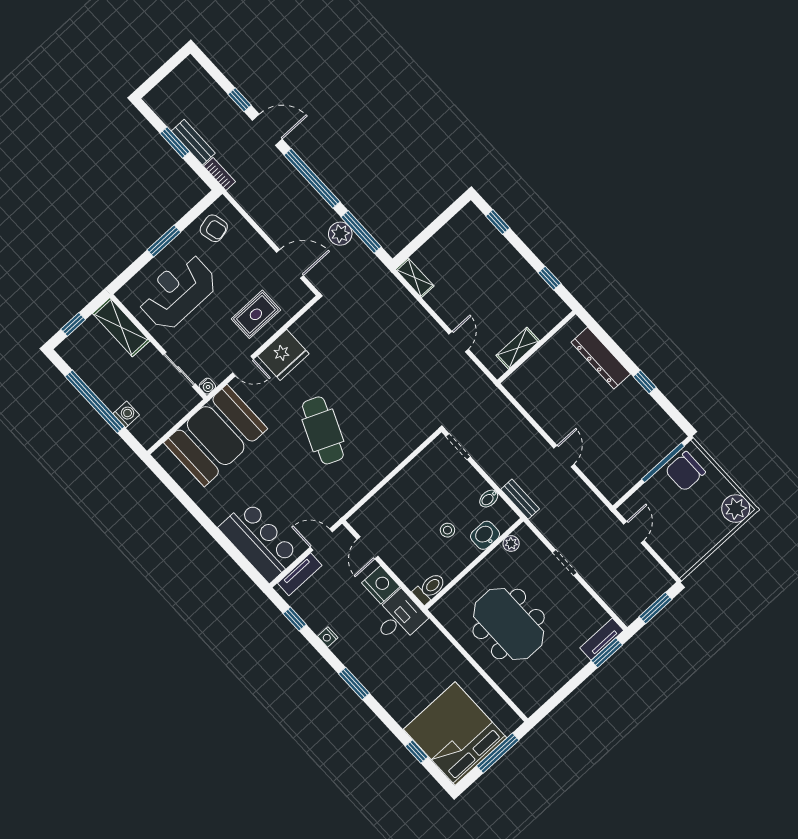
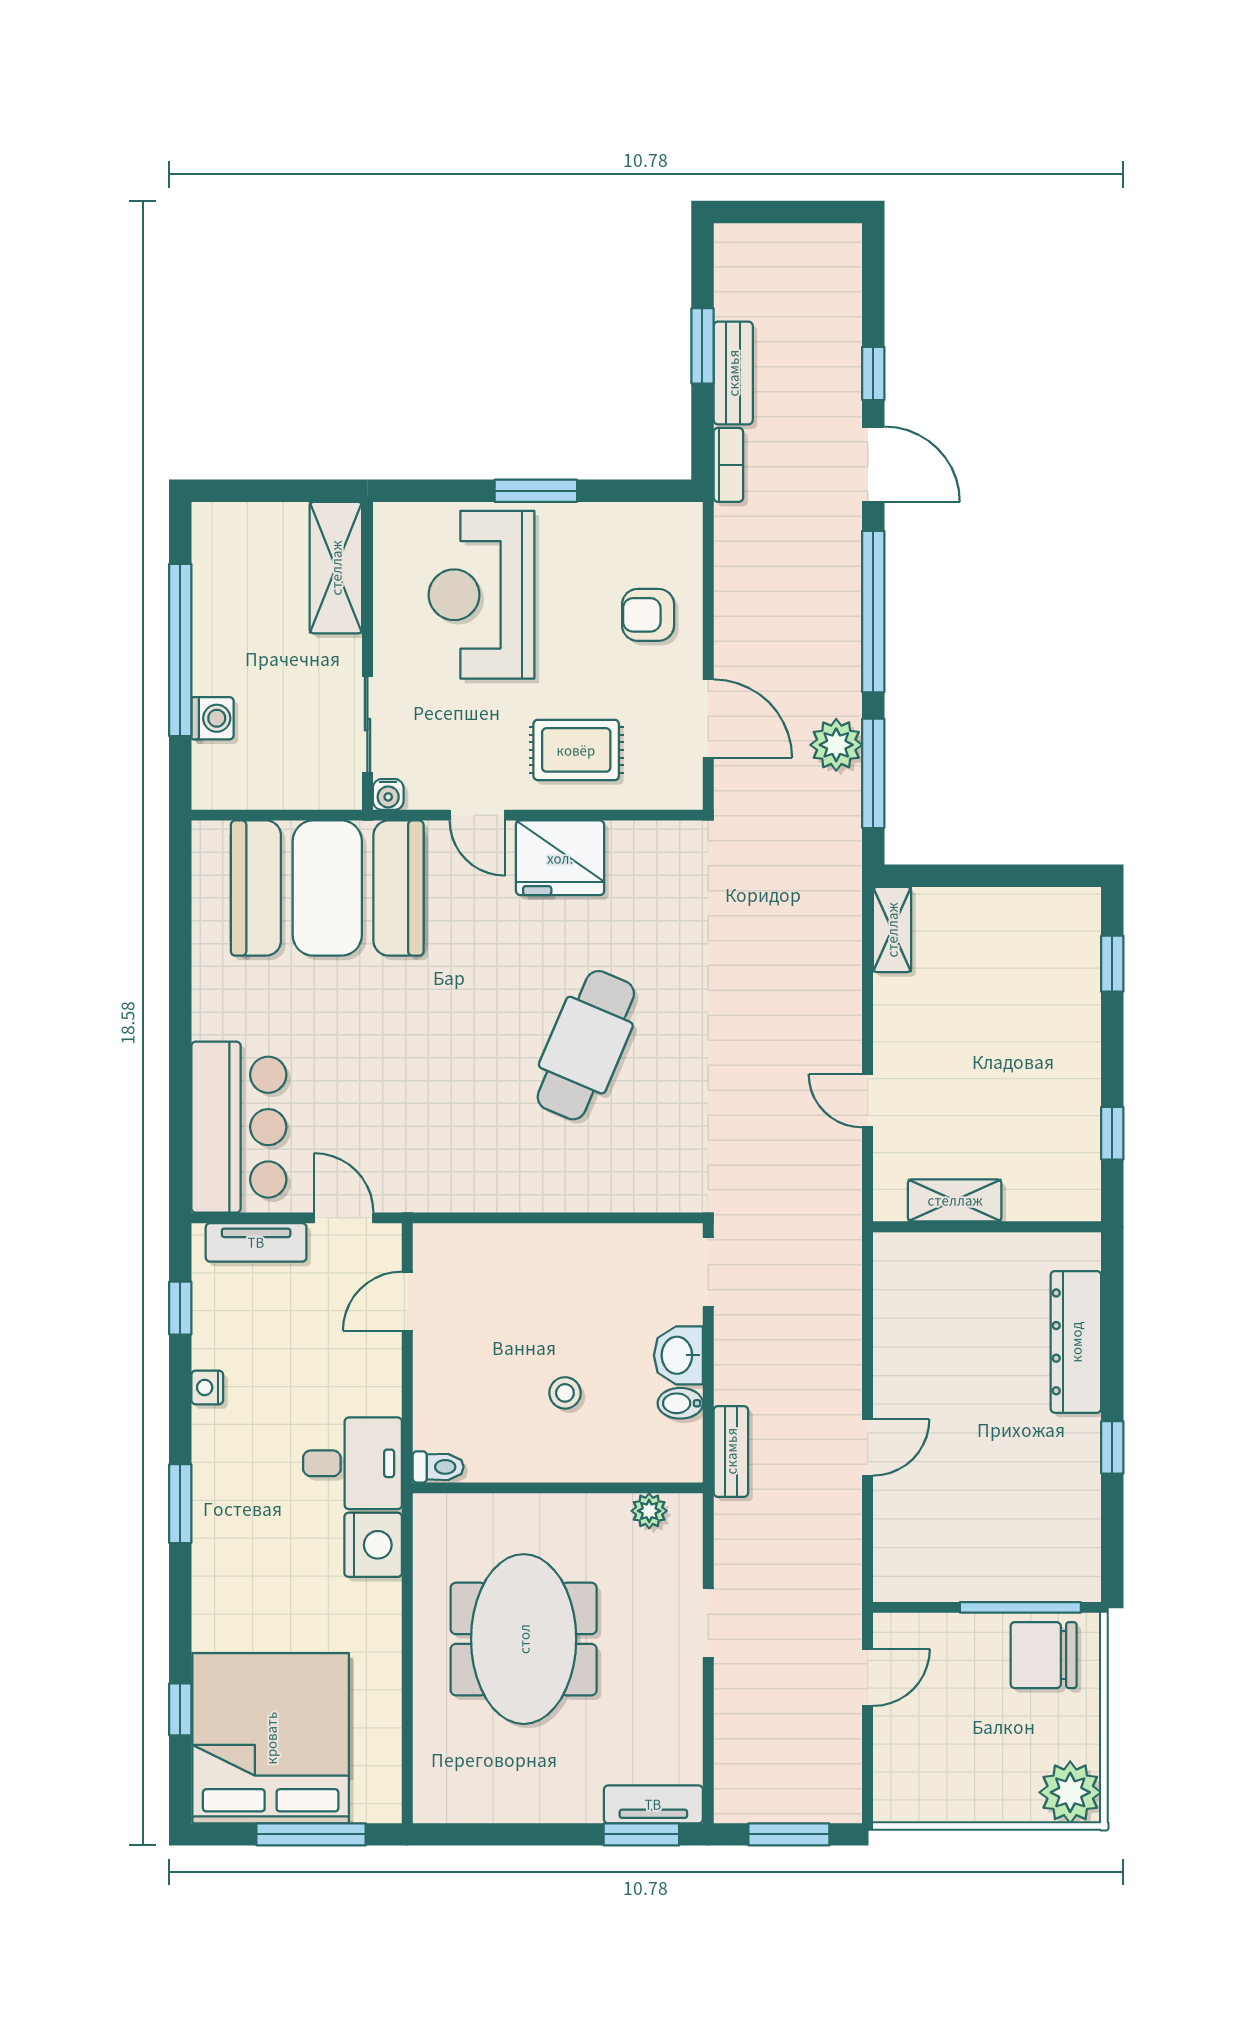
armchair: (214, 228) -> (648, 615), moved, turned 104
reception desk: (177, 292) -> (482, 595), turned -90
window: (73, 324) -> (261, 491), removed
door: (459, 342) -> (868, 1101), swing flipped
cafe table: (323, 430) -> (586, 1045), moved
washbasin: (485, 535) -> (678, 1355), moved, turned -90
nightstand: (381, 585) -> (373, 1545), moved
toilet: (430, 588) -> (438, 1467), width x0.73, depth x0.72

